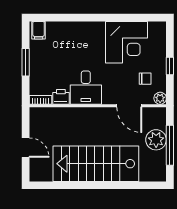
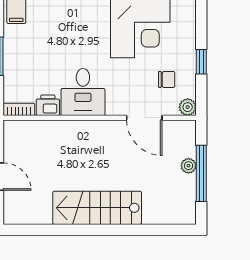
plant: (156, 140) -> (189, 166), width x0.53, depth x0.53
stairs: (96, 164) -> (97, 208), width x0.73, depth x0.66

